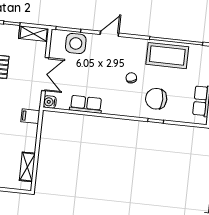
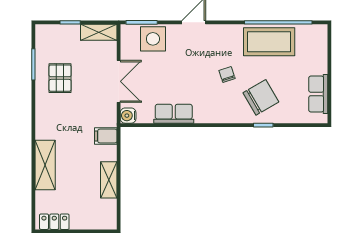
chair: (156, 99) -> (261, 97), turned 150
shelving: (27, 167) -> (109, 180), moved

